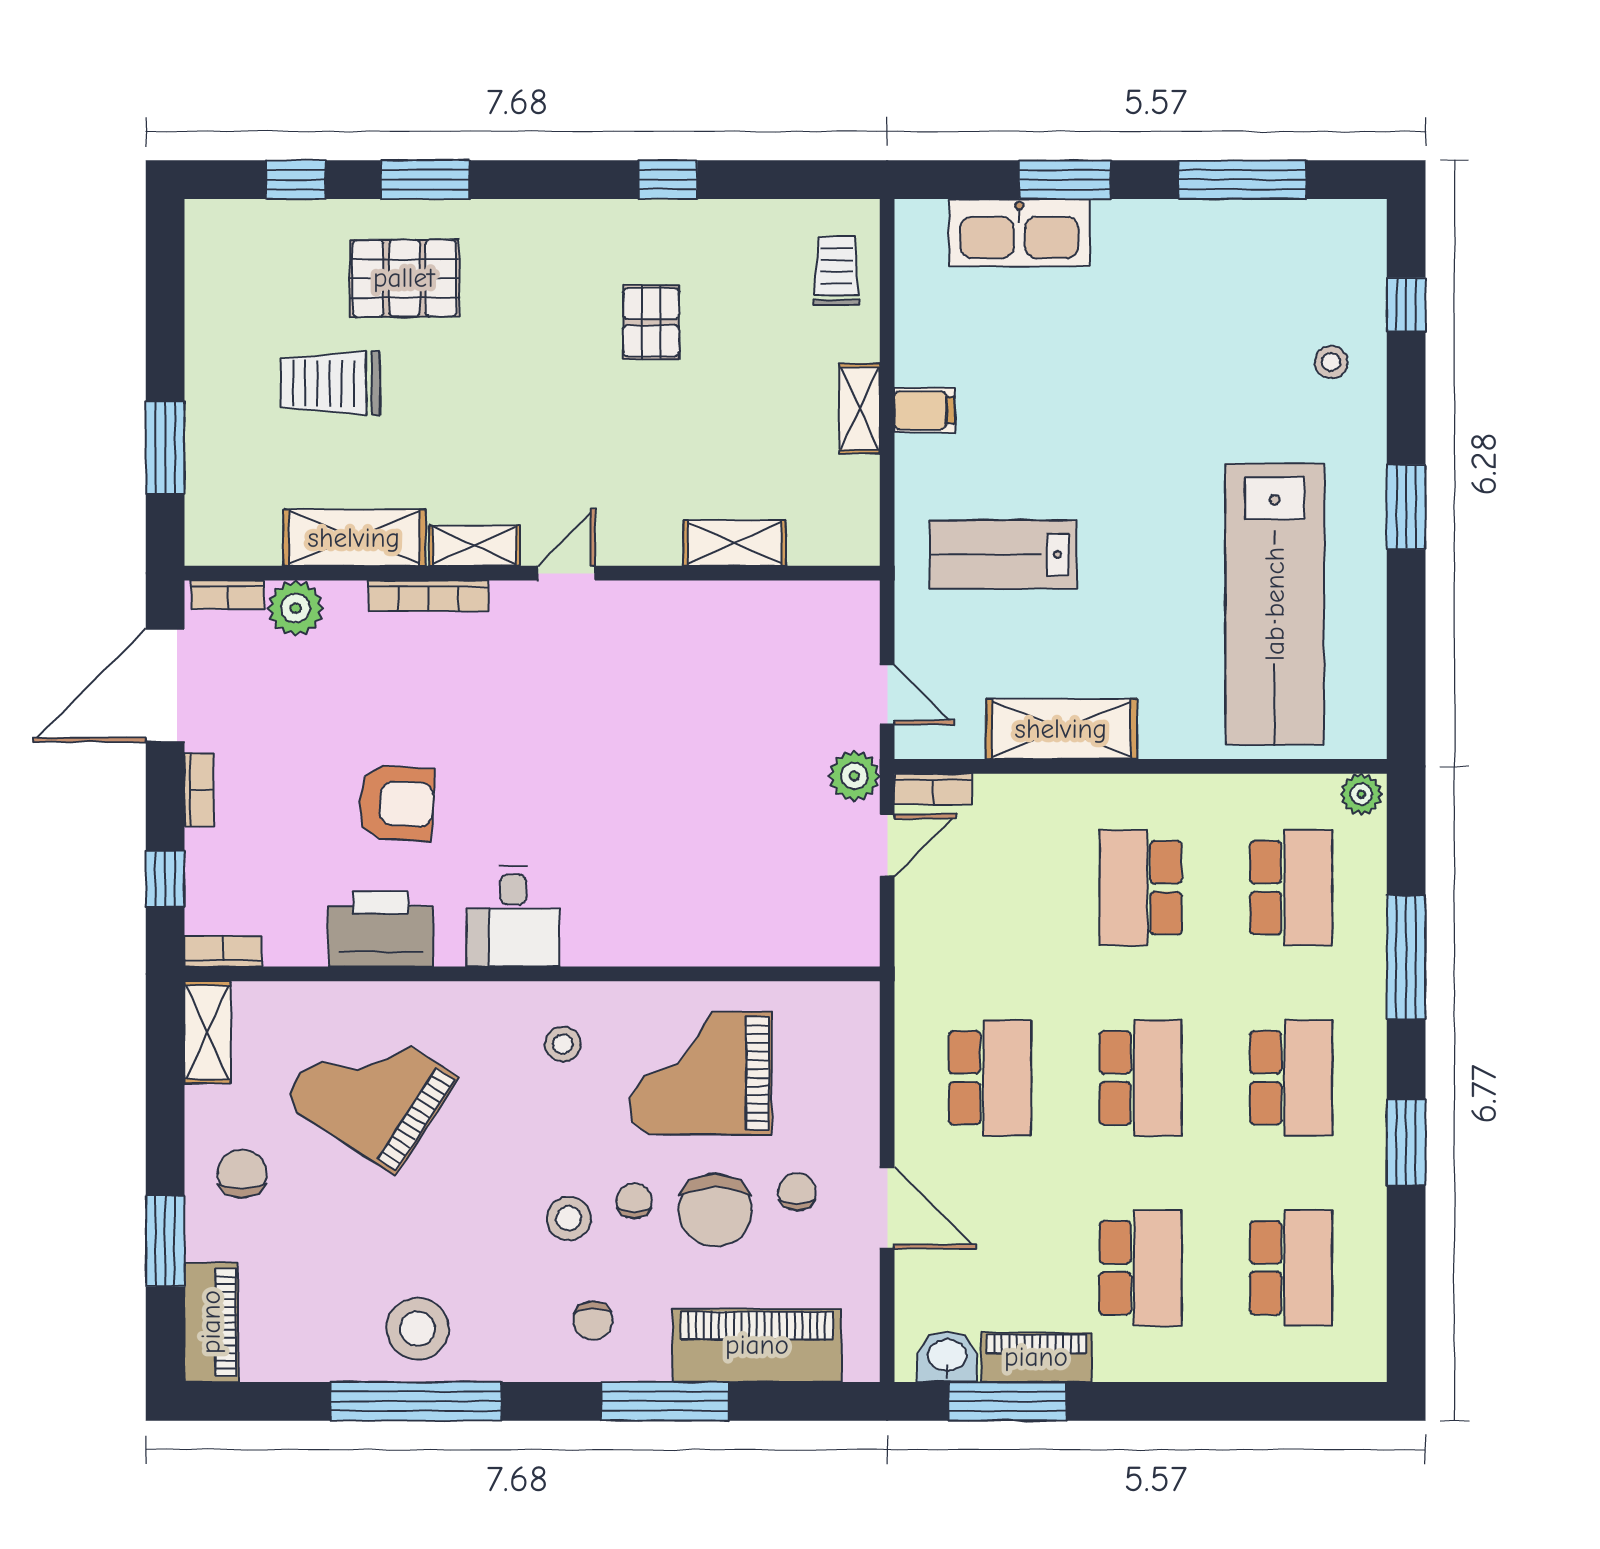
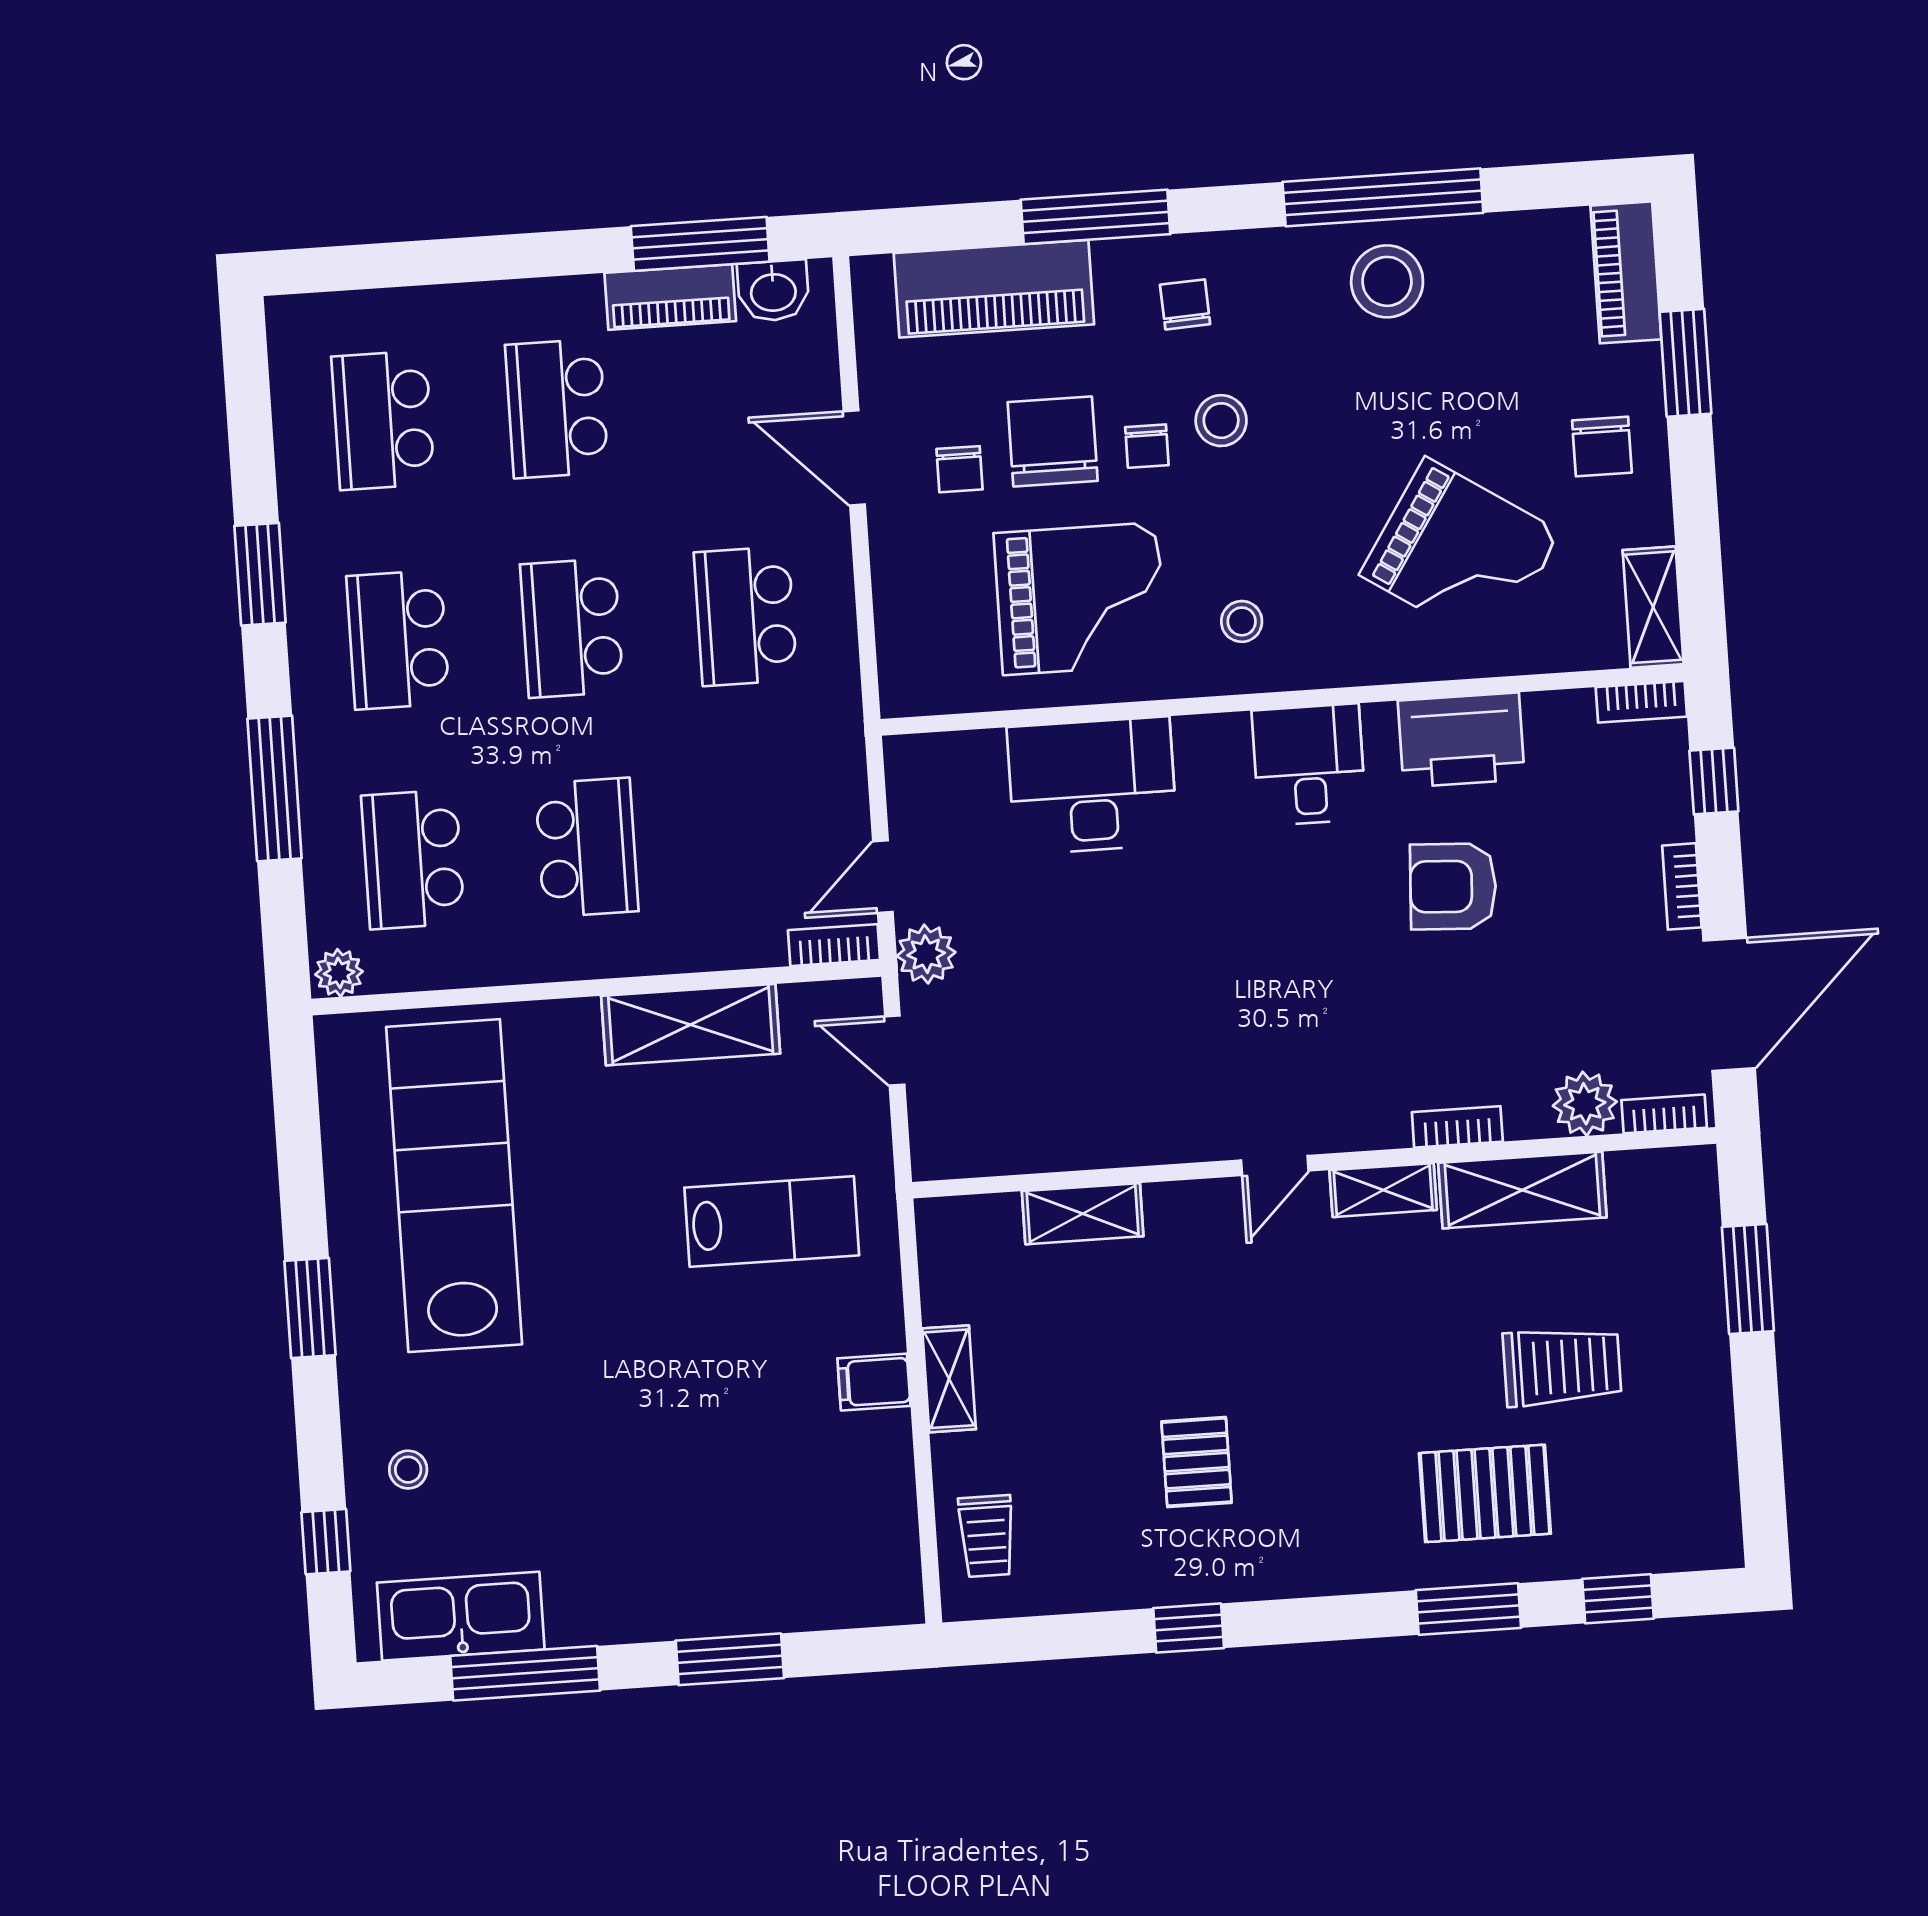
kitchen sink: (1019, 233) -> (461, 1616), moved
bookcase: (428, 596) -> (1457, 1127), width x0.64
desk: (701, 911) -> (1092, 786), added

